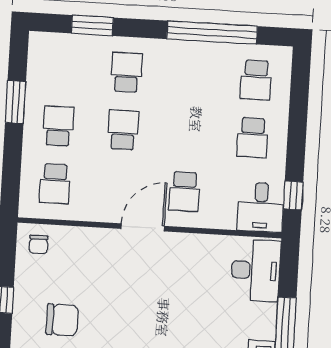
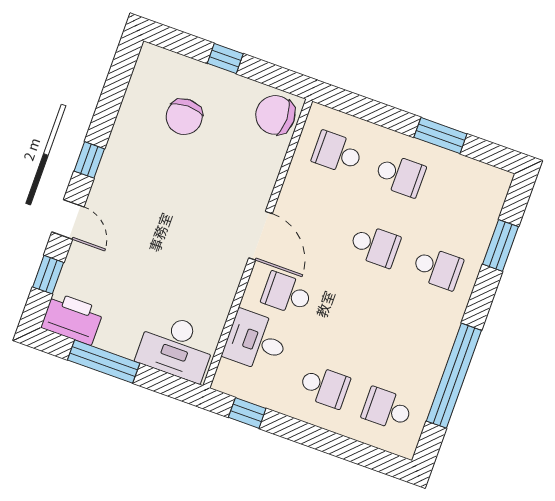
school desk: (252, 138) -> (324, 387), turned 180
desk: (261, 207) -> (256, 341), moved
chair: (39, 244) -> (275, 115), width x1.87, depth x1.87

